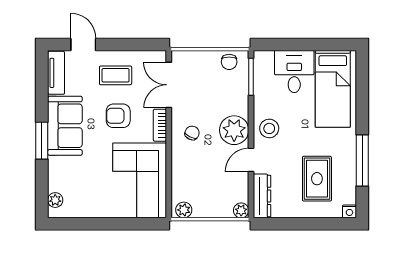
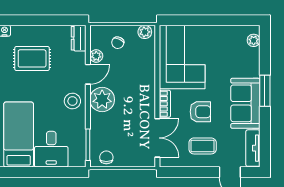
chair: (192, 133) -> (118, 43), moved
rug: (317, 179) -> (32, 58), turned 90
dresser: (262, 196) -> (79, 38), width x0.70
plant: (241, 210) -> (96, 56), moved

